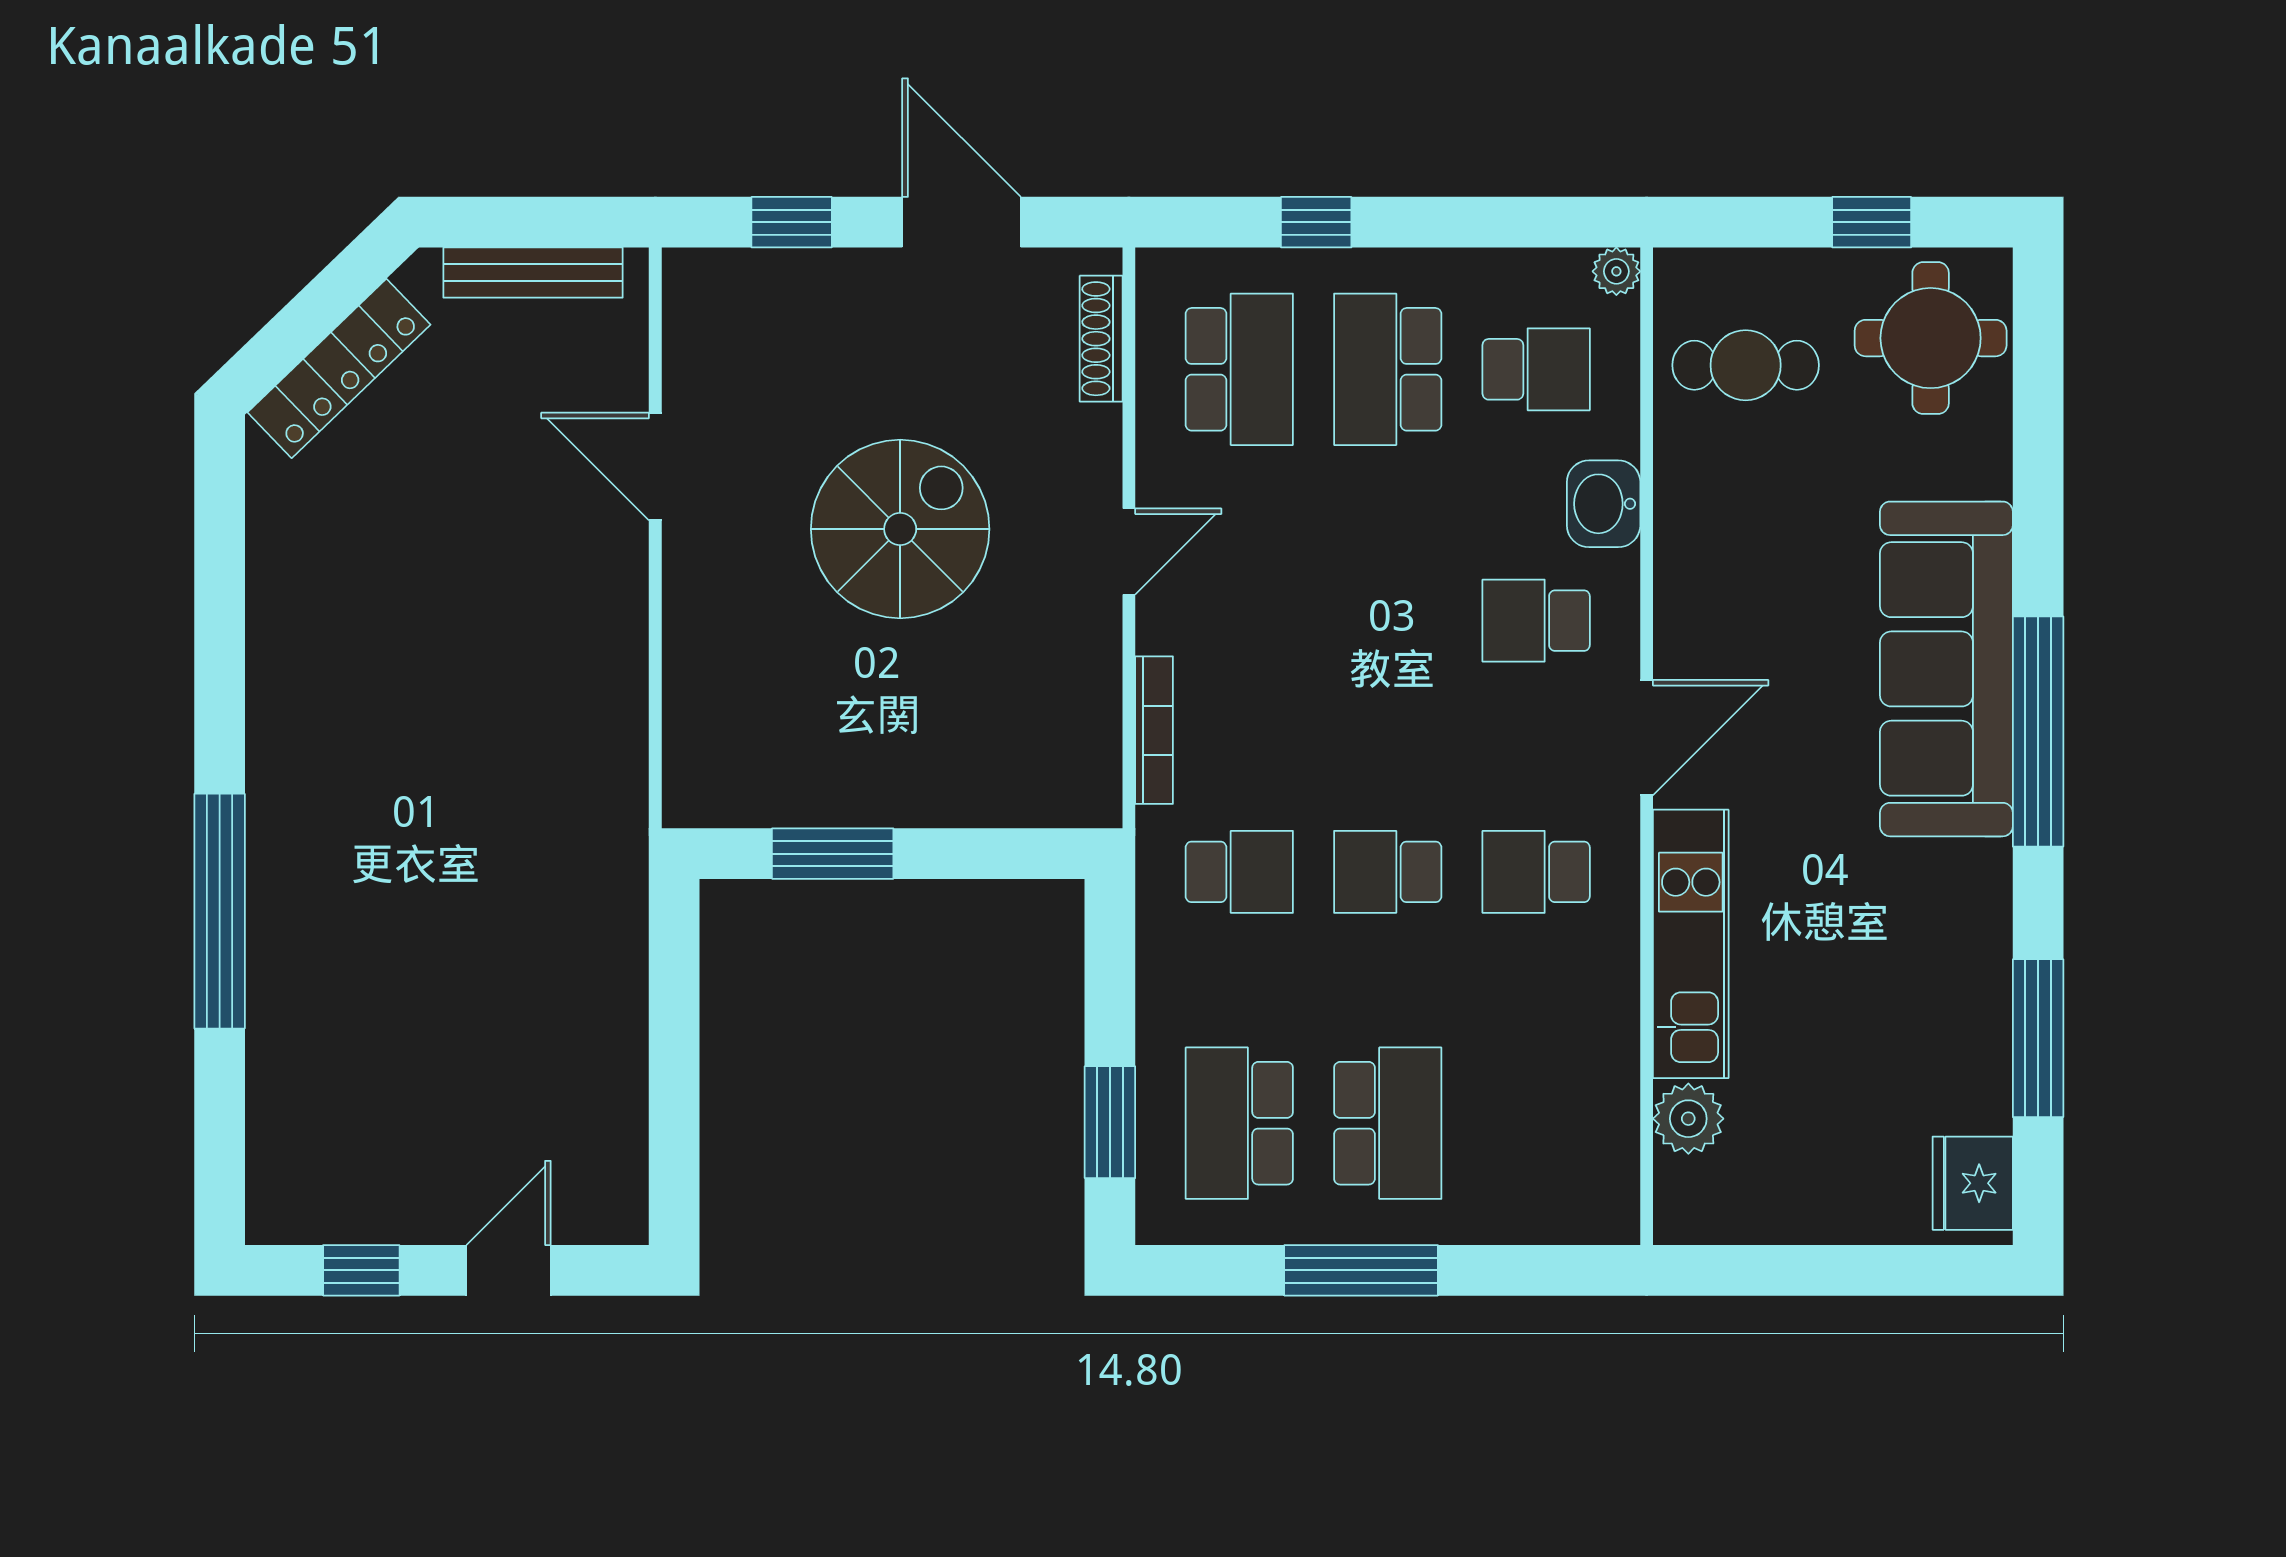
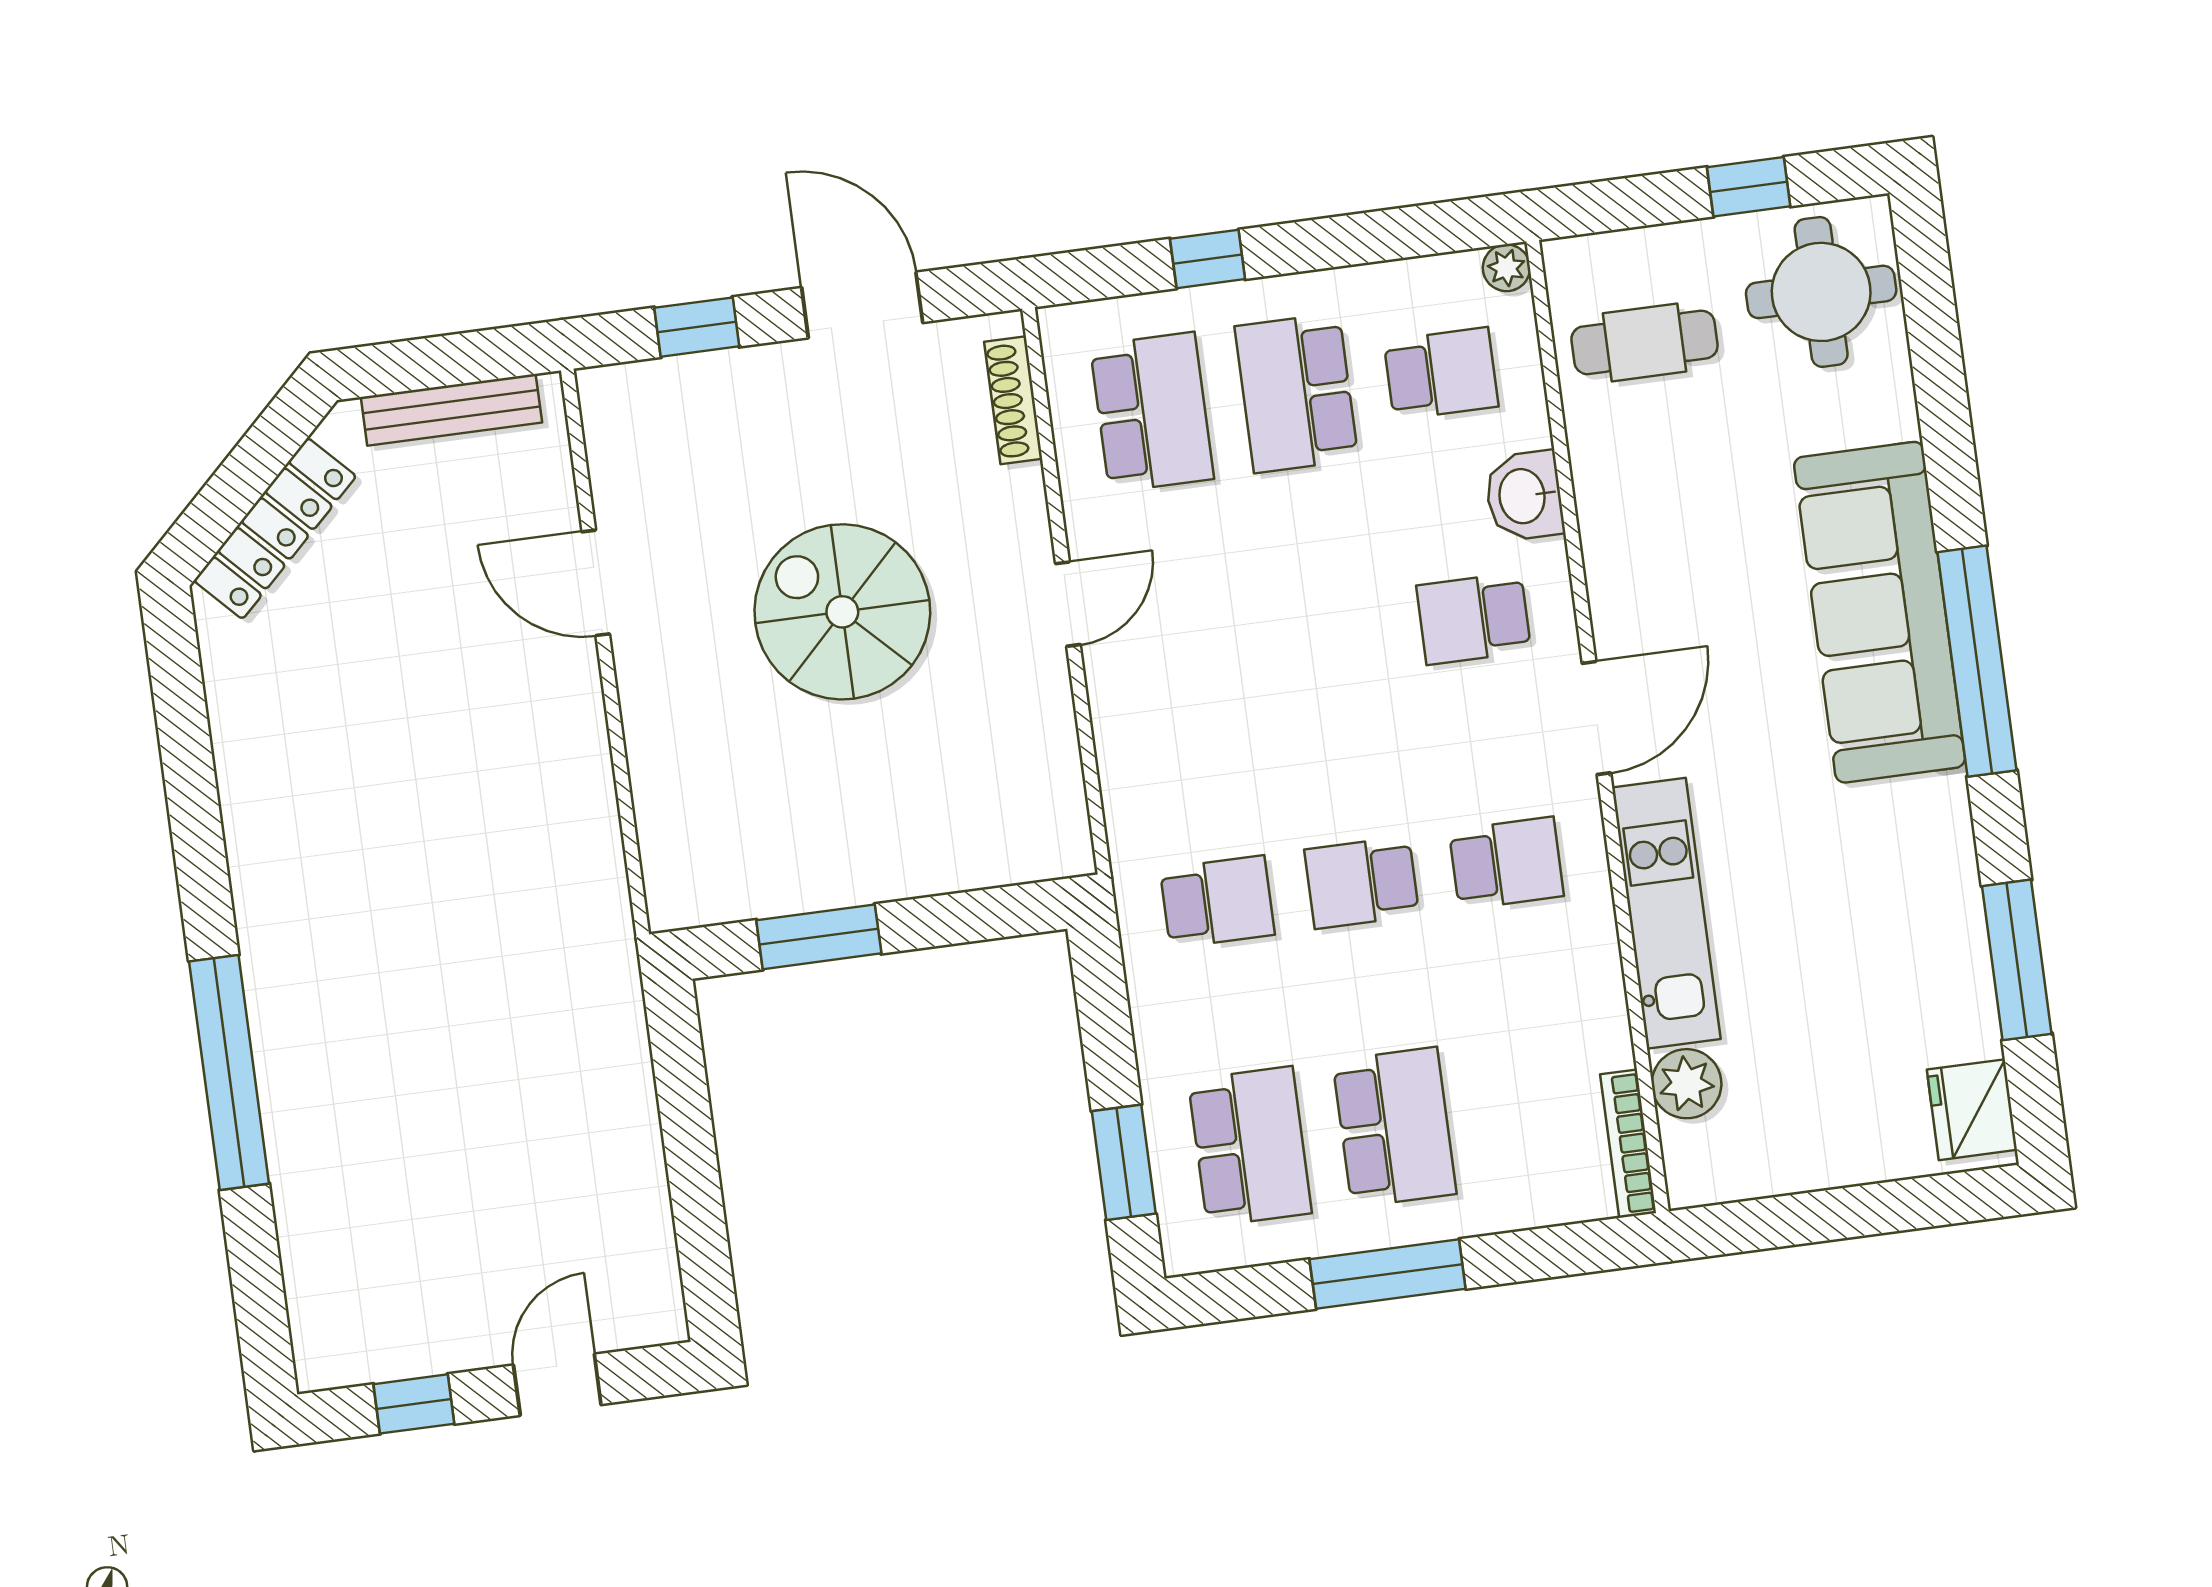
spiral stairs: (900, 529) -> (842, 612), turned -90
bookcase: (1154, 730) -> (1628, 1144), moved, turned 180
school desk: (1536, 872) -> (1506, 863), turned 180
school desk: (1239, 1123) -> (1250, 1147), turned 180

